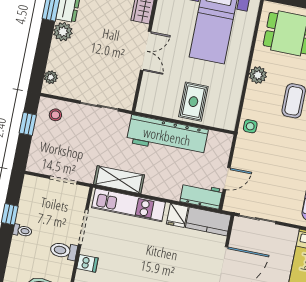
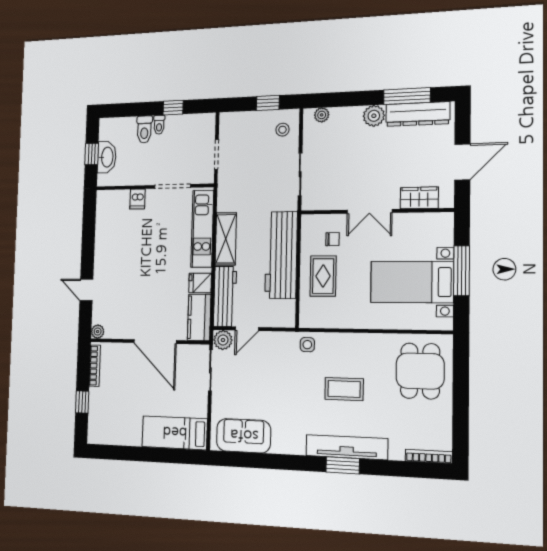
plant: (258, 75) -> (223, 340), moved
chair: (163, 87) -> (333, 239), added
rug: (193, 102) -> (323, 276), turned 90
door: (227, 178) -> (247, 329), hinge flipped
shelving: (119, 180) -> (226, 239), moved
workbench: (201, 195) -> (225, 296), width x1.38
toilet: (64, 251) -> (144, 129), moved, turned 180

